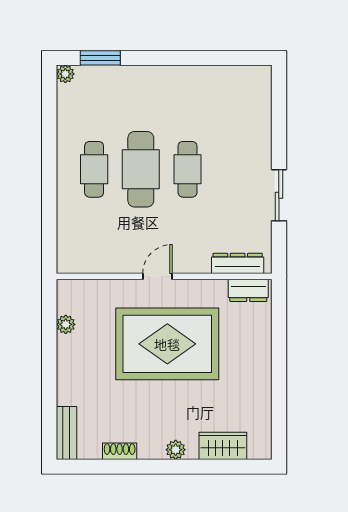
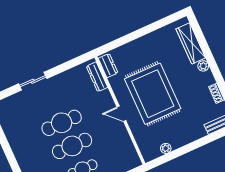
cafe table: (187, 169) -> (62, 123), width x1.37, depth x1.35
sliding door: (279, 195) -> (33, 81), moved
wardrobe: (223, 446) -> (191, 43), width x1.50

